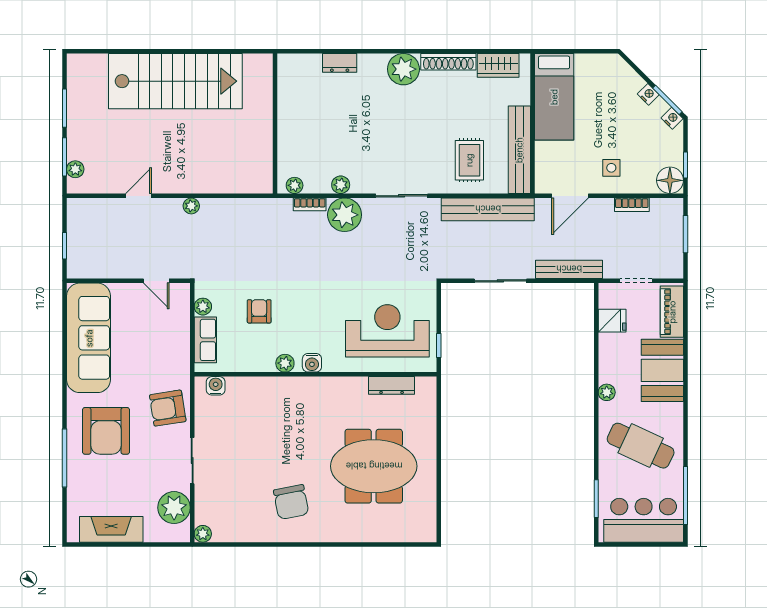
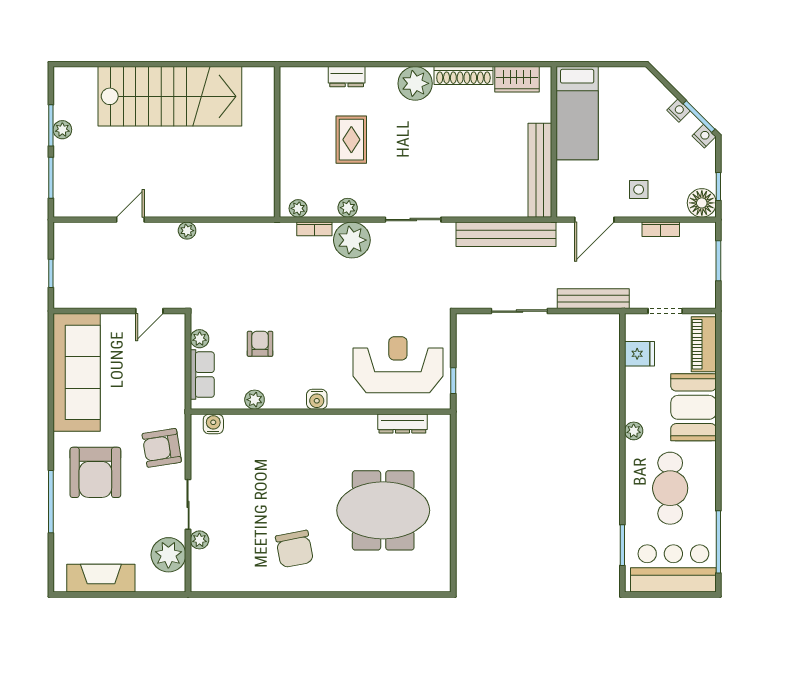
rug: (469, 160) -> (351, 140), moved
plant: (75, 169) -> (62, 130), moved
door: (156, 281) -> (149, 311), hinge flipped
plant: (285, 363) -> (255, 400), moved
cafe table: (641, 446) -> (670, 488), turned 65
plant: (203, 534) -> (199, 540), moved

